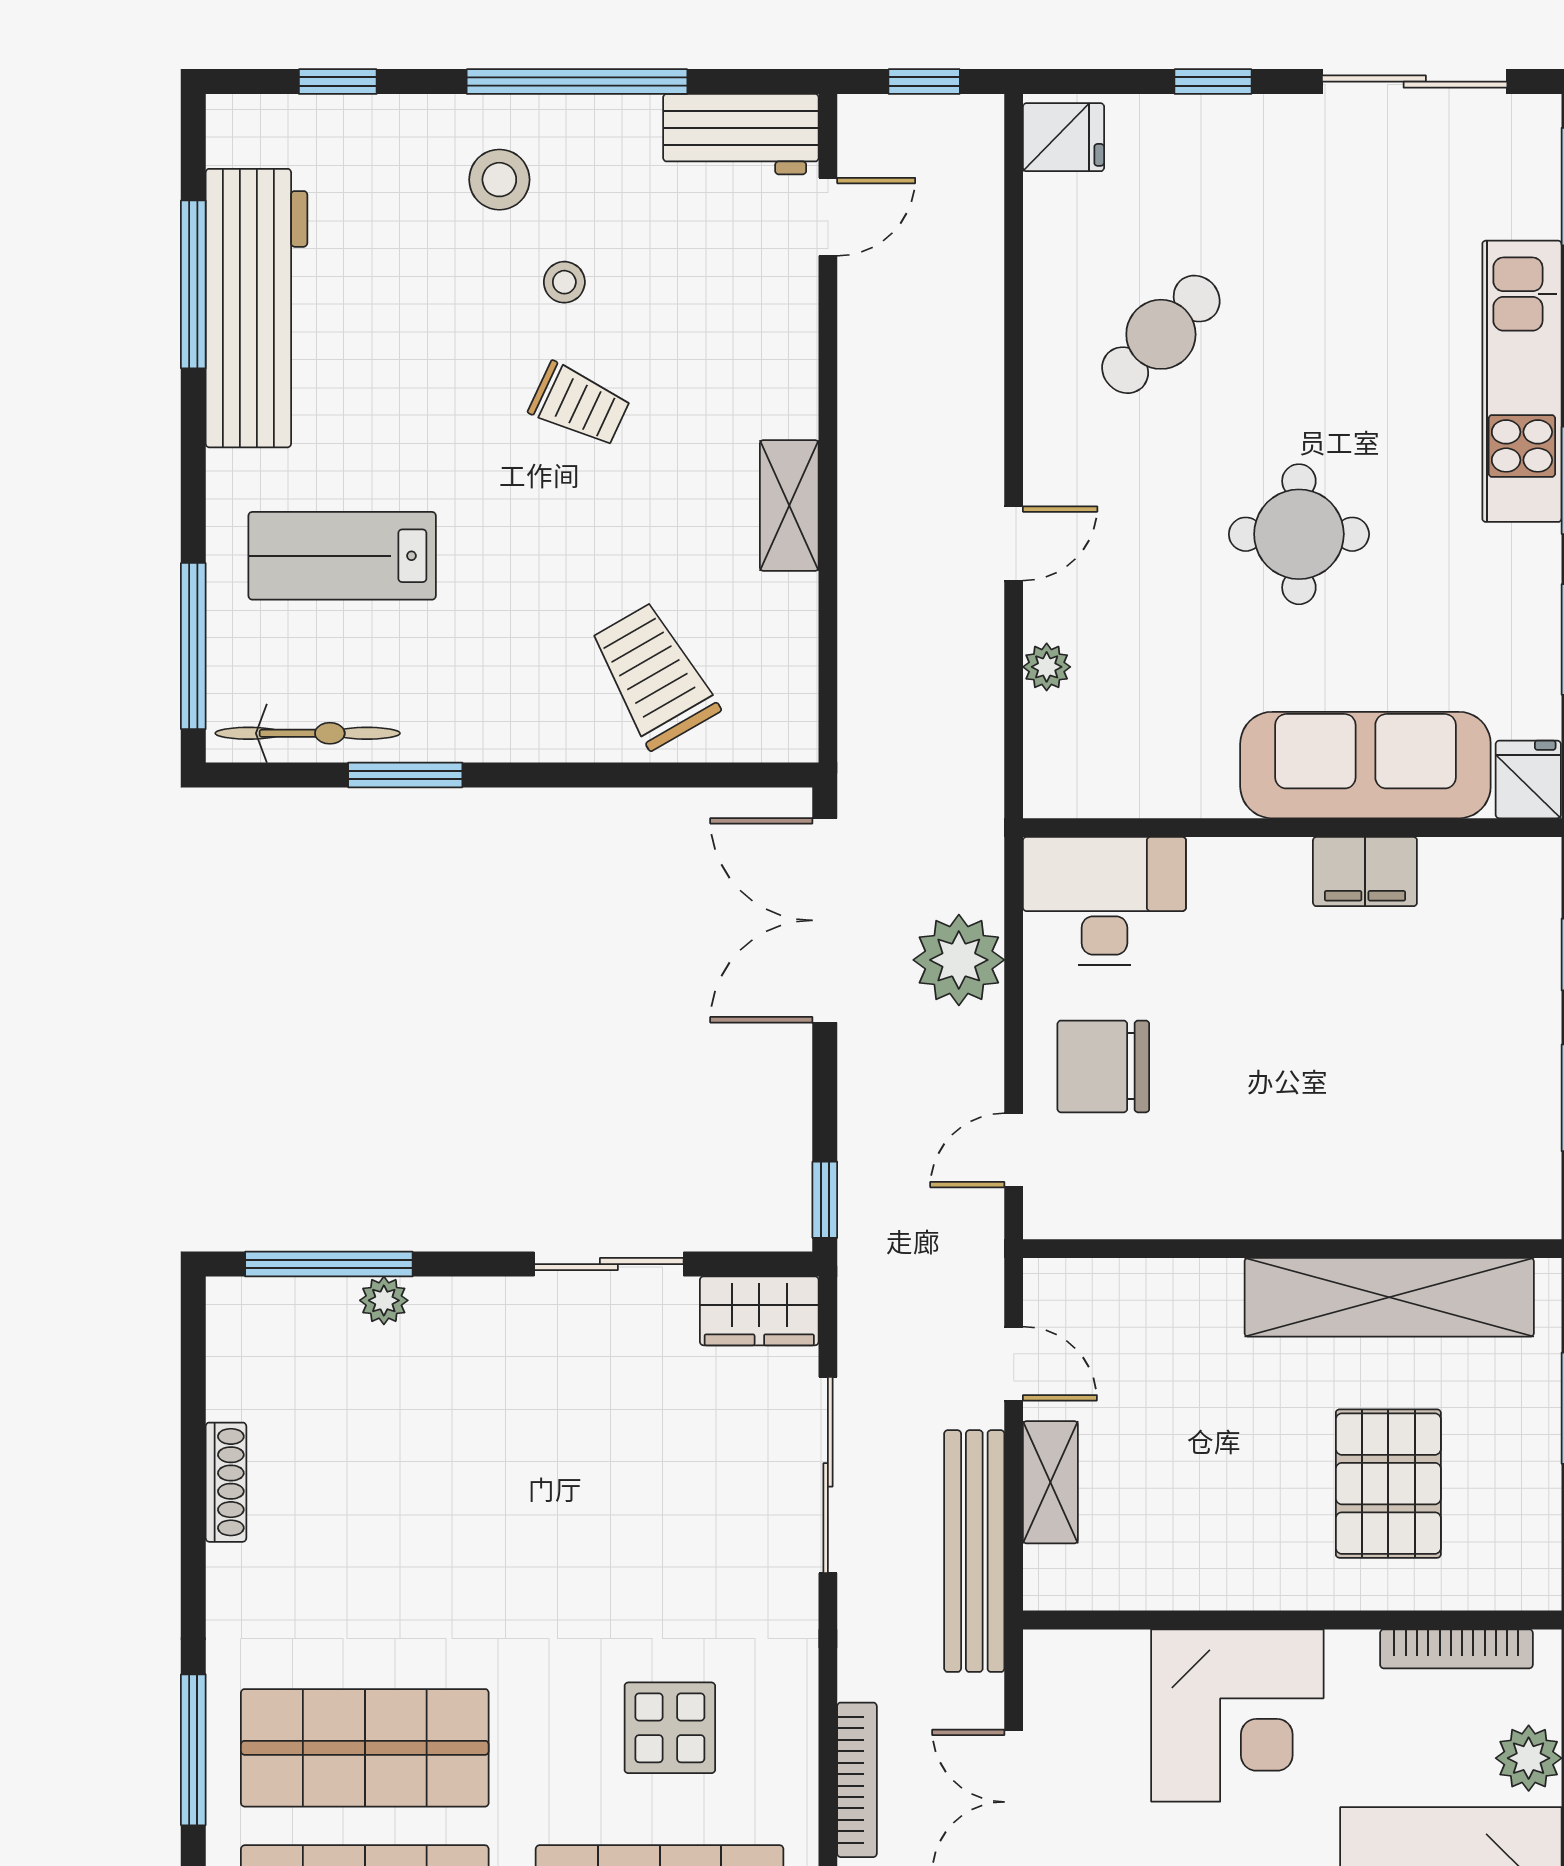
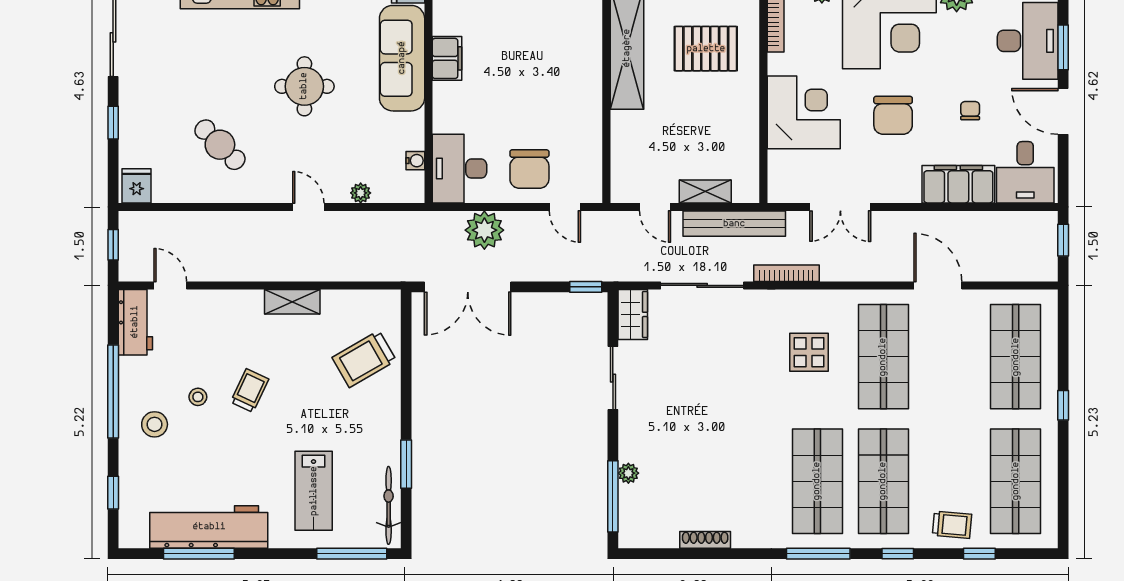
water cooler: (1123, 796) -> (415, 161), added
door: (1014, 1364) -> (655, 207), swing flipped
bookcase: (857, 1780) -> (786, 273), moved

